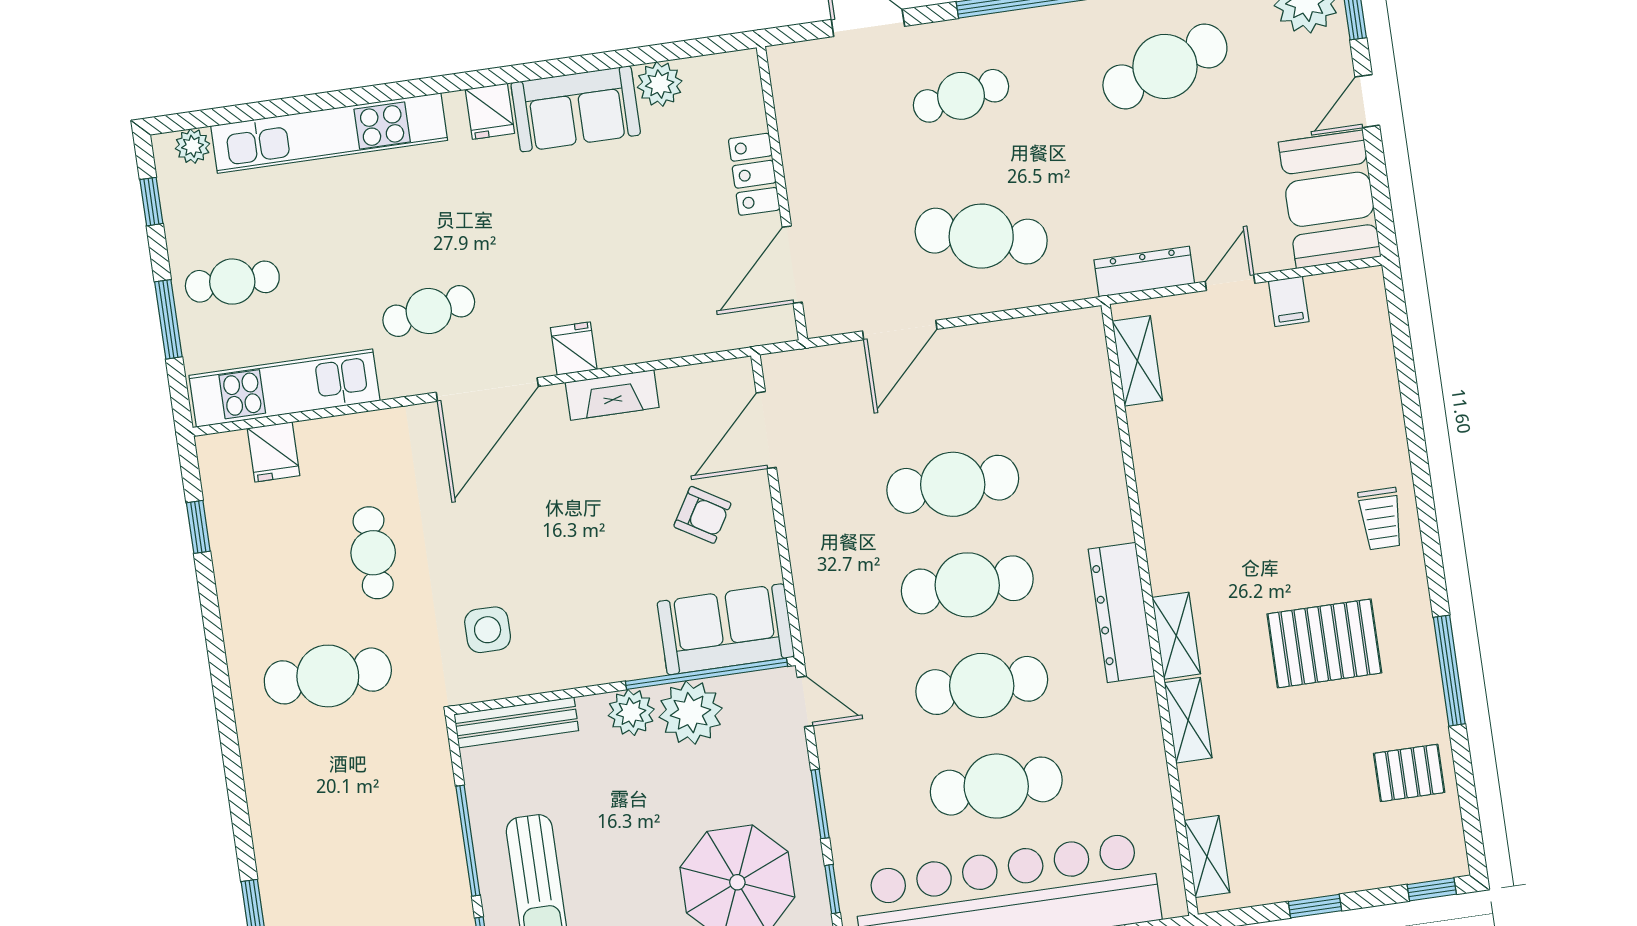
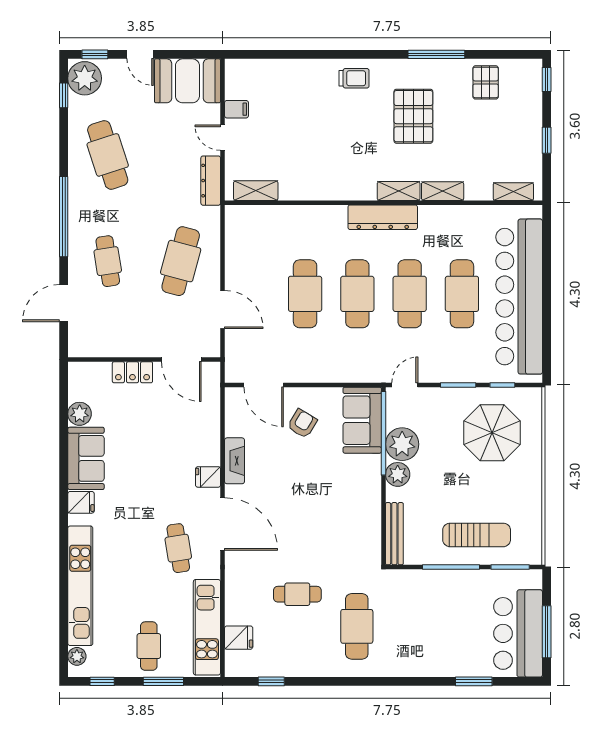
side table: (488, 630) -> (345, 542), removed

